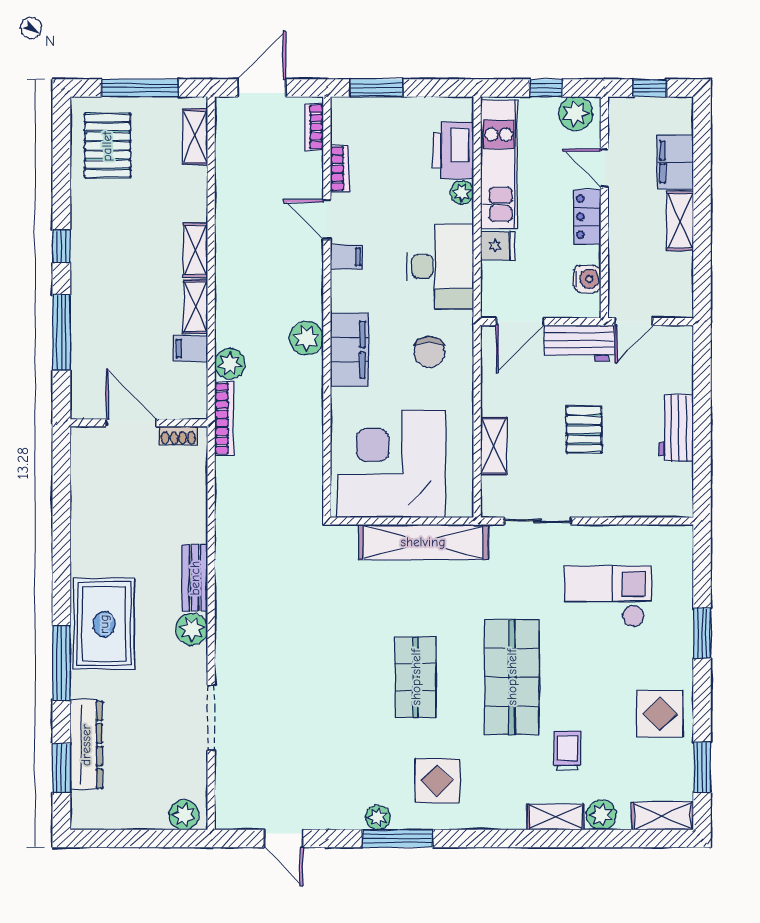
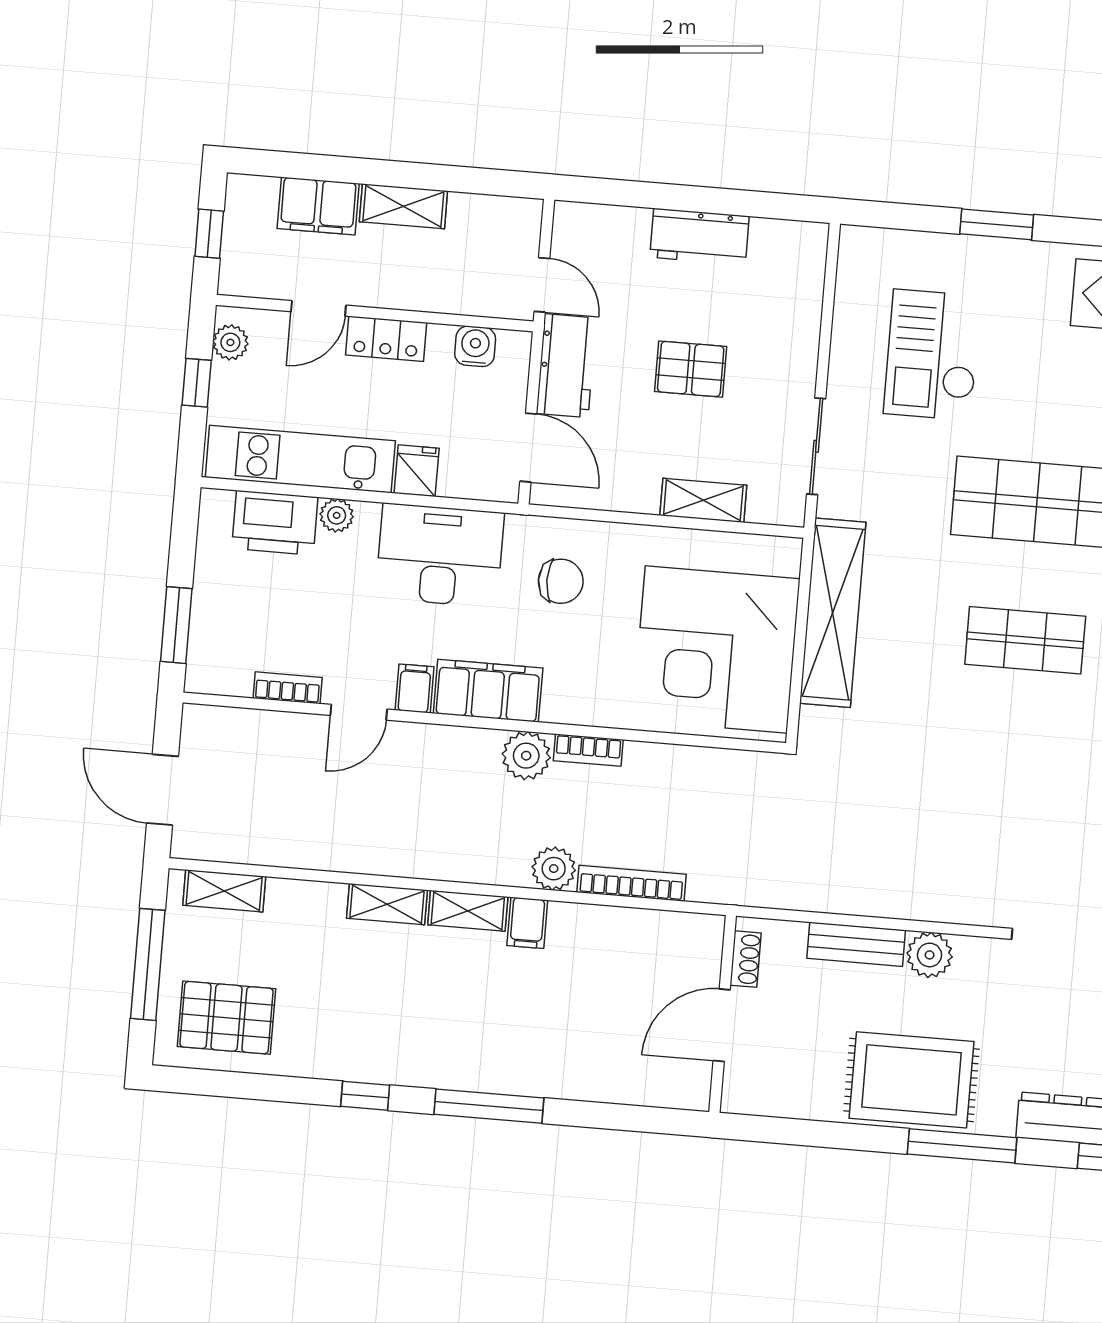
plant: (576, 114) -> (230, 342), width x0.73, depth x0.73
bookcase: (314, 127) -> (588, 750), moved
filing cabinet: (349, 350) -> (488, 691), moved
door: (131, 423) -> (722, 1025), moved
wall: (139, 423) -> (723, 1014), moved
shoe rack: (178, 435) -> (746, 959), moved

